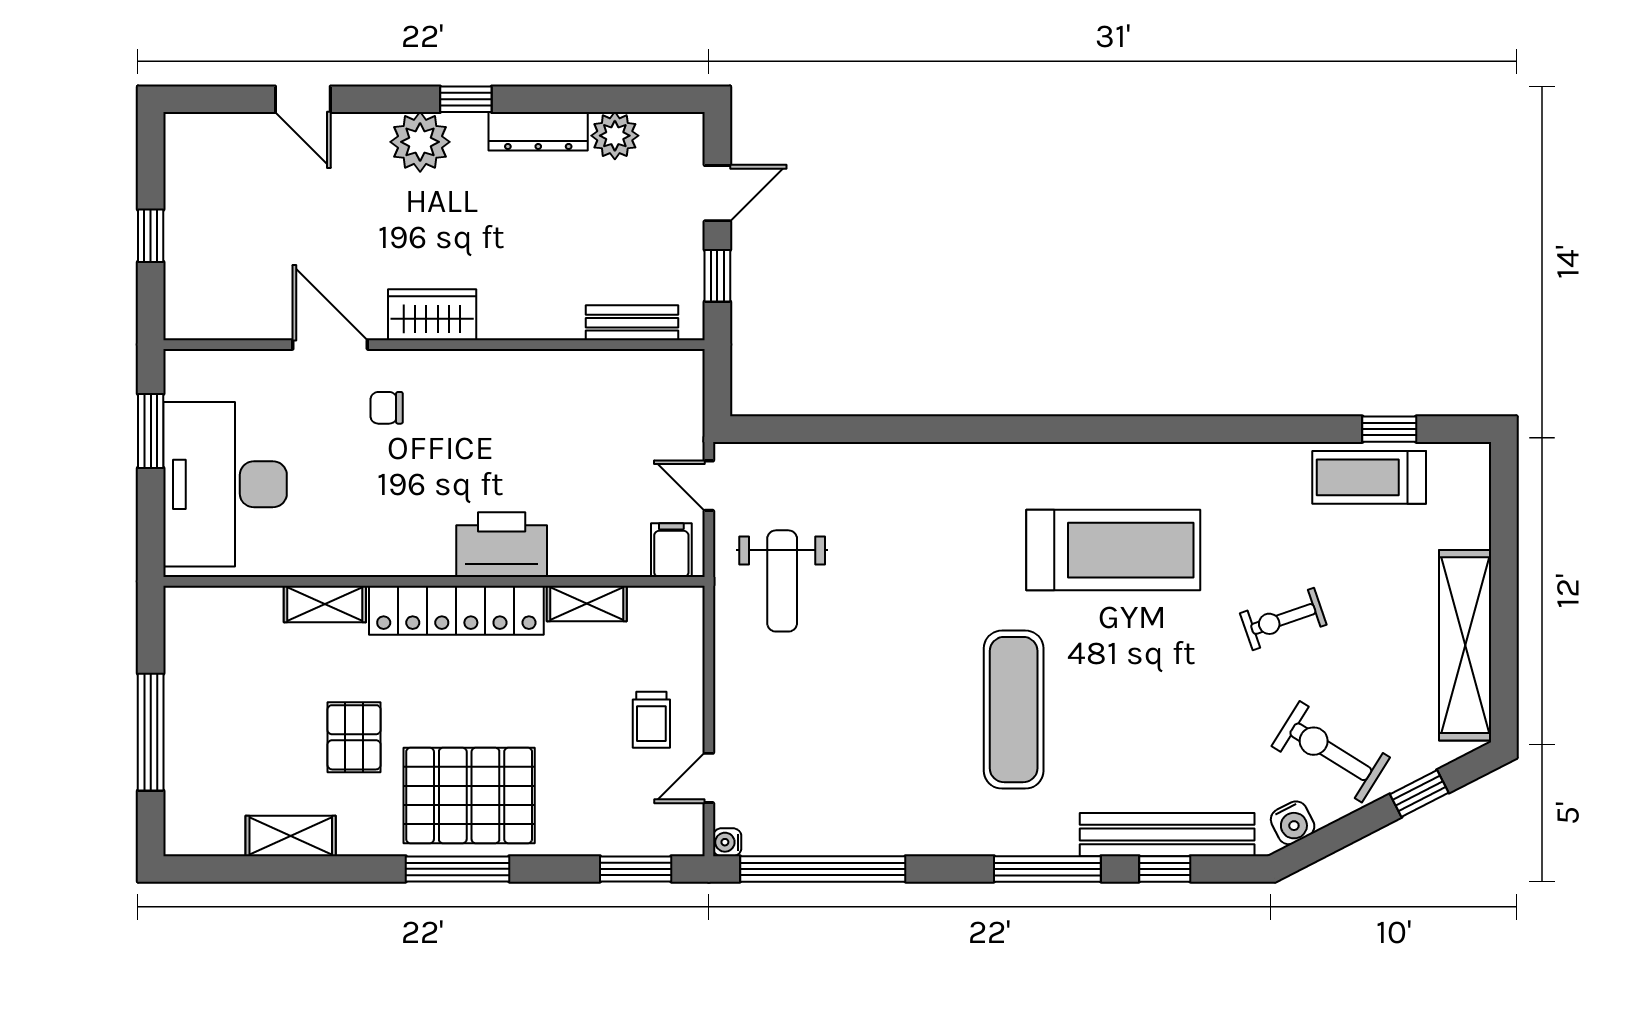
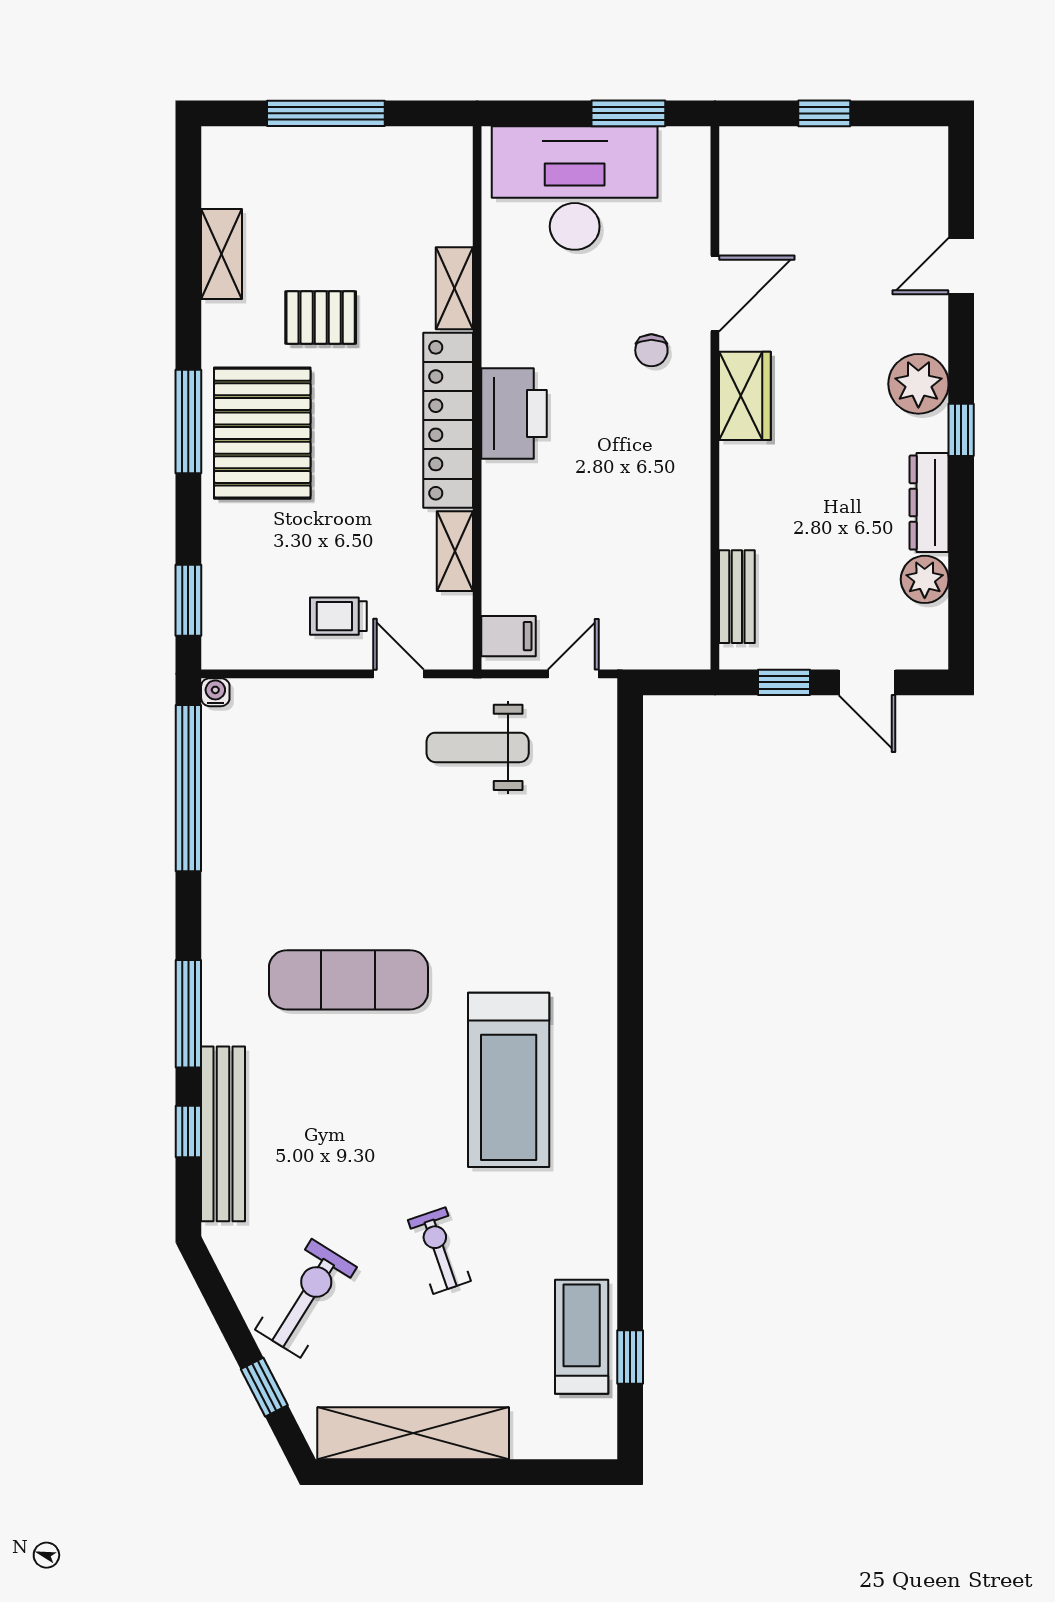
chair: (387, 408) -> (651, 350), turned 180
printer: (502, 545) -> (514, 414), moved
door: (709, 778) -> (398, 674), moved
water cooler: (1293, 823) -> (235, 1260), removed

